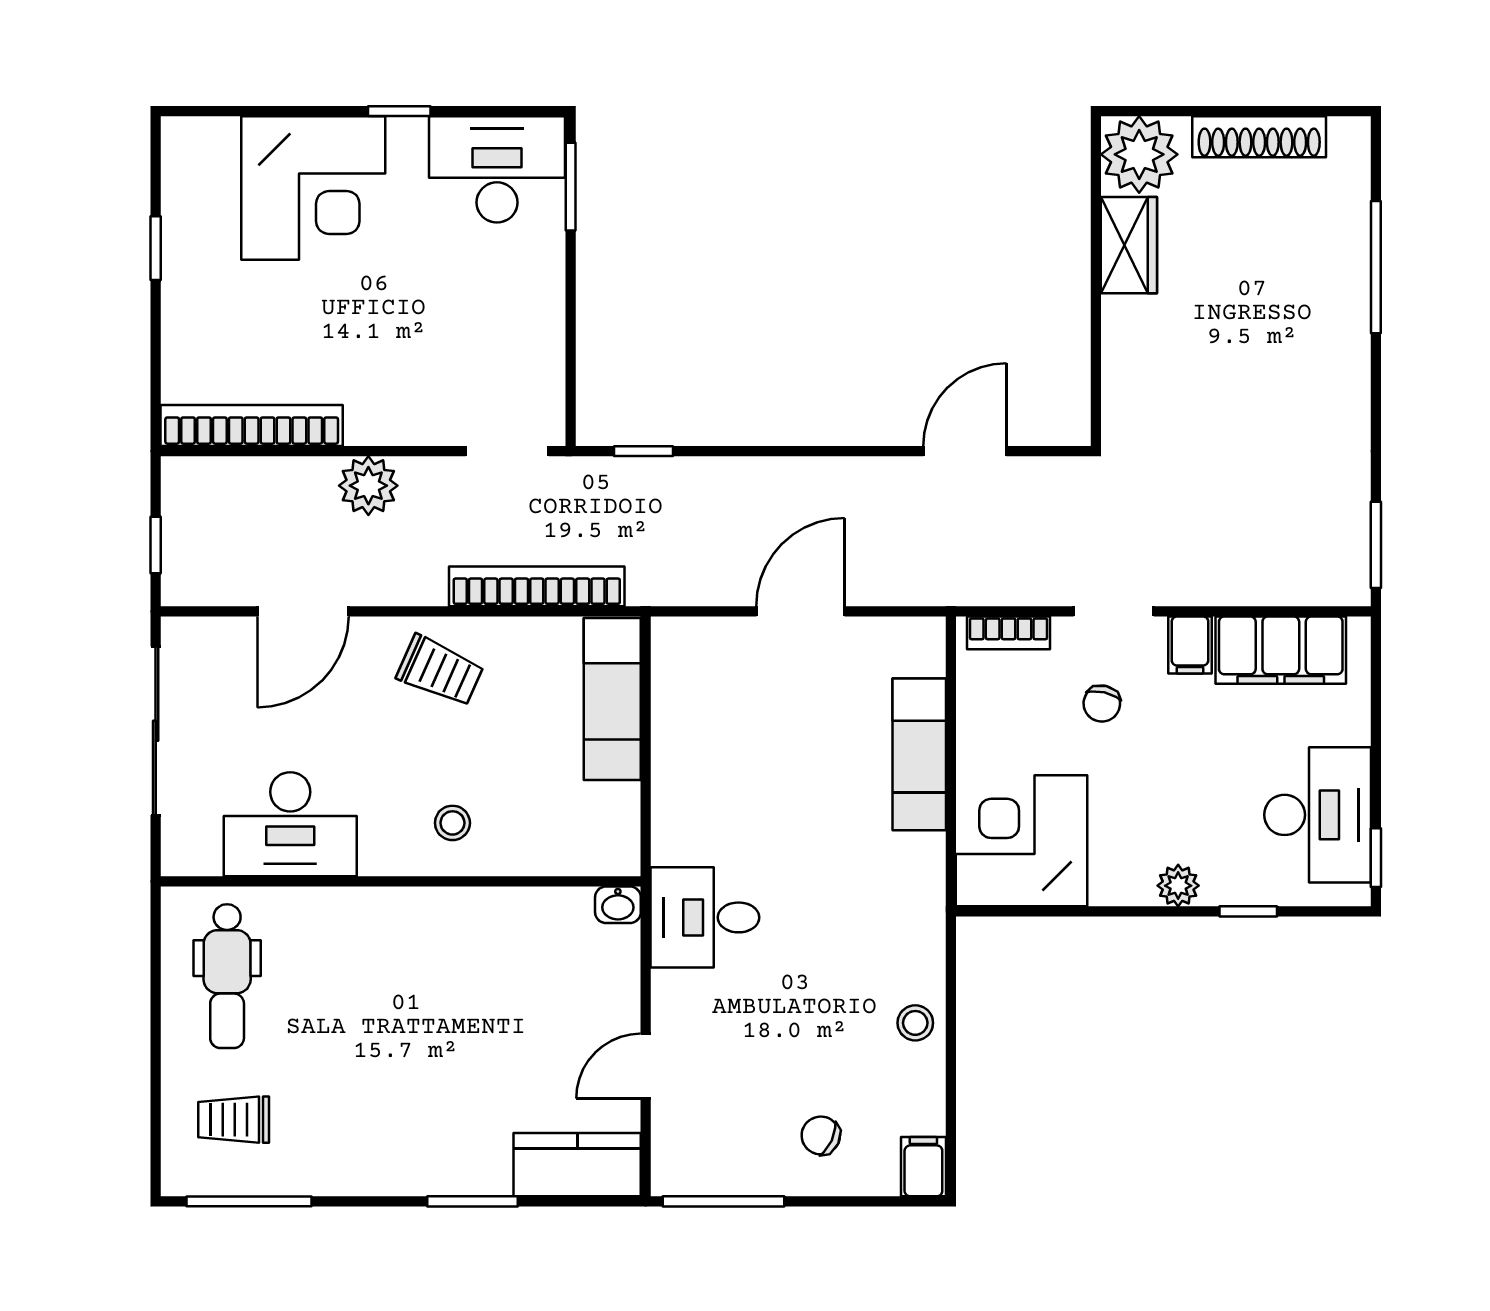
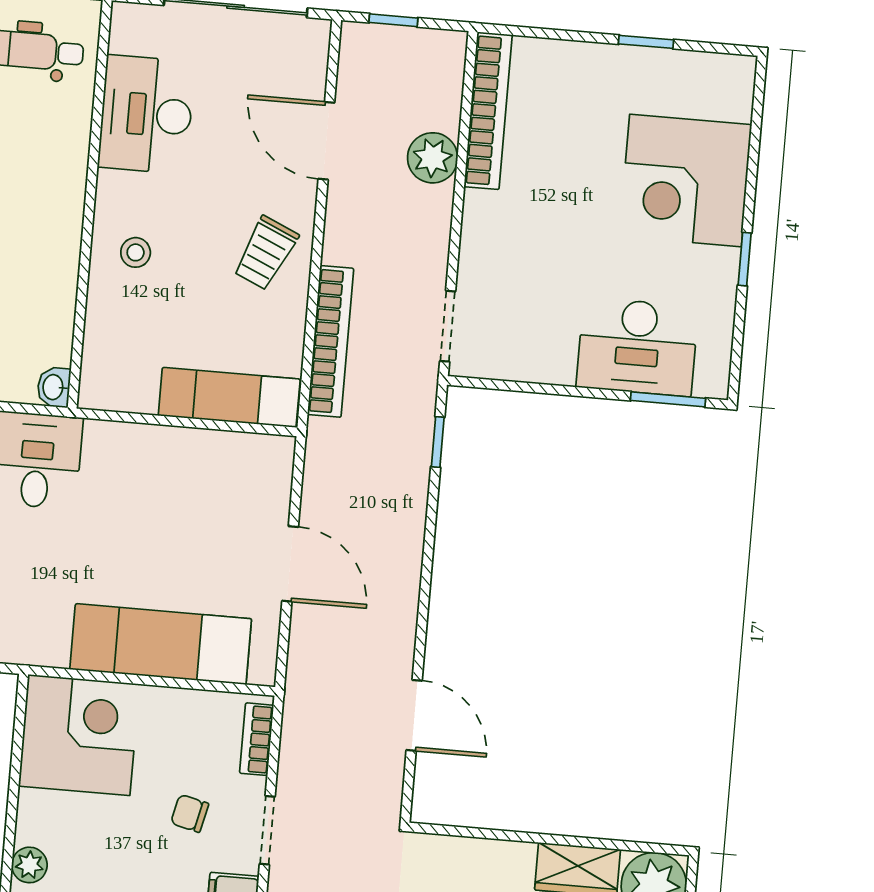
desk: (497, 169) -> (637, 347), moved, turned 90
plant: (368, 486) -> (433, 158), moved
exam couch: (919, 754) -> (161, 644), width x1.36, depth x1.45

